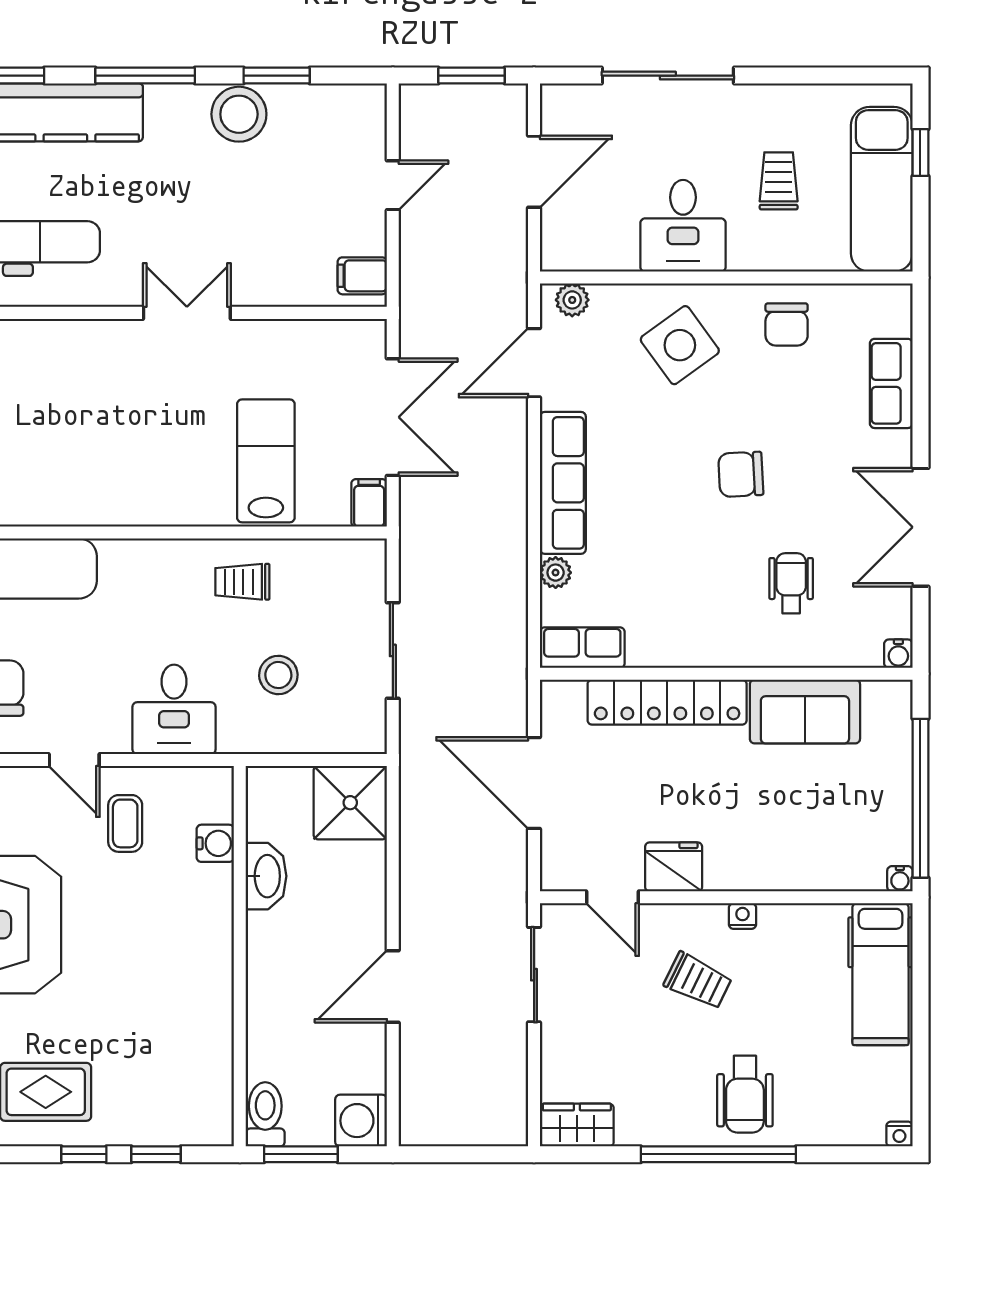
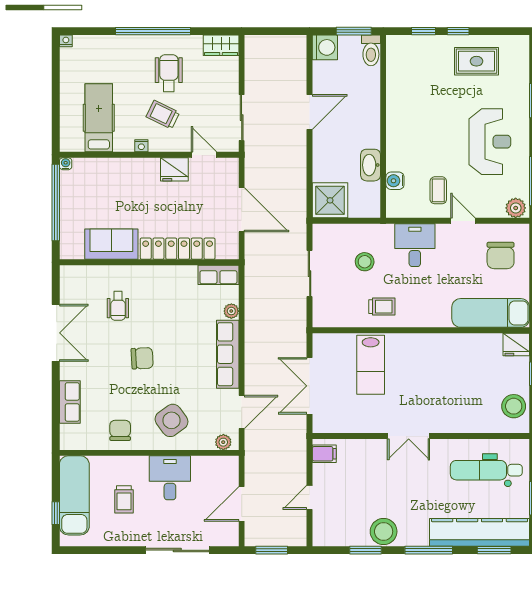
filing cabinet: (369, 503) -> (321, 345), removed
water cooler: (898, 654) -> (66, 272), removed
hospital bed: (881, 974) -> (99, 118), moved
wheelchair: (745, 1094) -> (169, 73), moved

